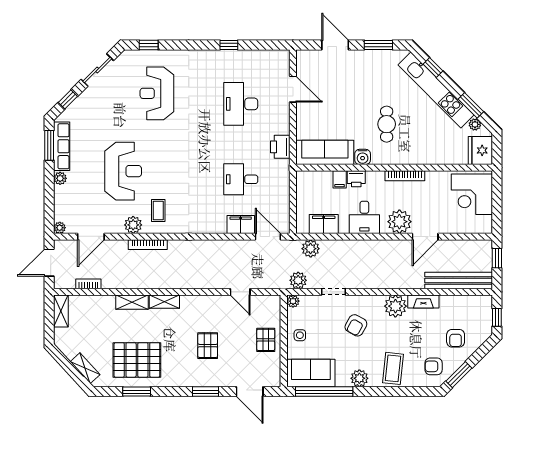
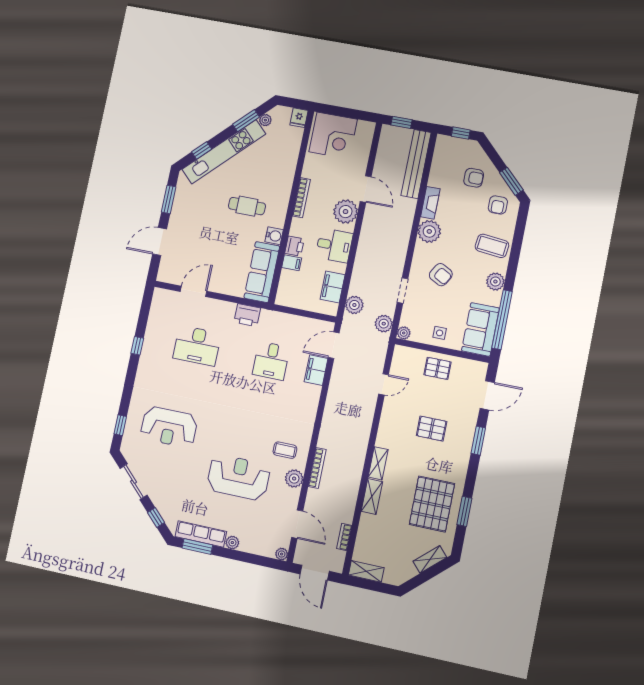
fridge: (480, 150) -> (299, 118), width x0.53, depth x0.75

